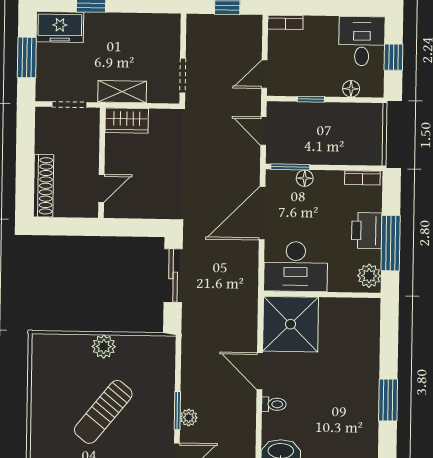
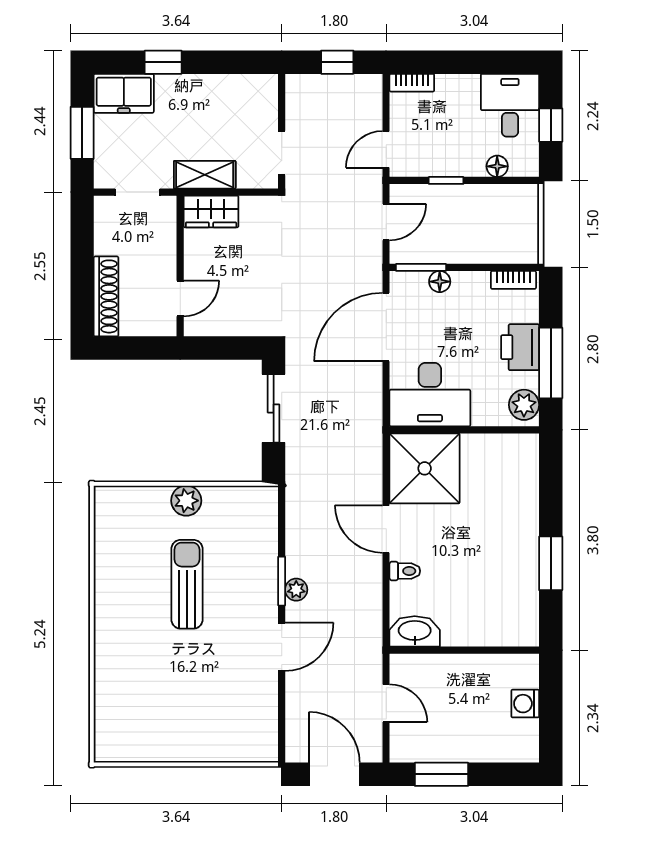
door: (263, 131) -> (386, 222), swing flipped
sun lounger: (103, 412) -> (187, 584), turned 141

